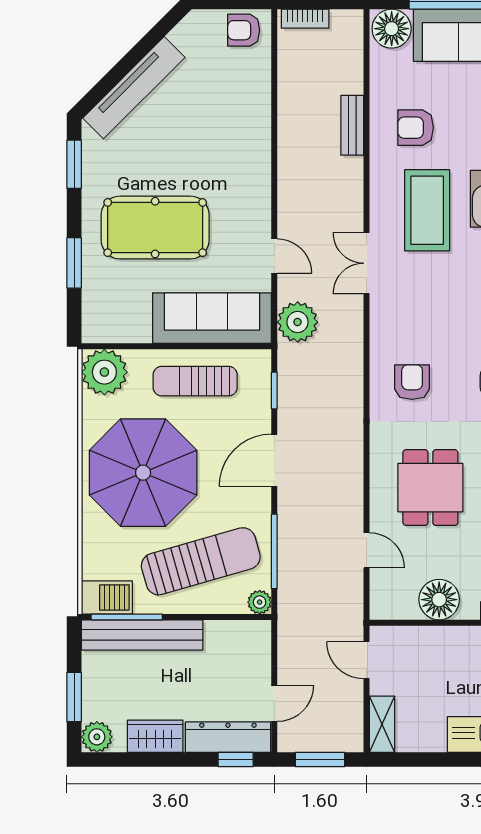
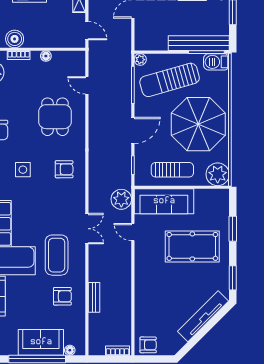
floor lamp: (392, 29) -> (70, 350), width x0.53, depth x0.53
armchair: (412, 382) -> (64, 169), turned -90
floor lamp: (439, 600) -> (46, 56), width x0.53, depth x0.53

